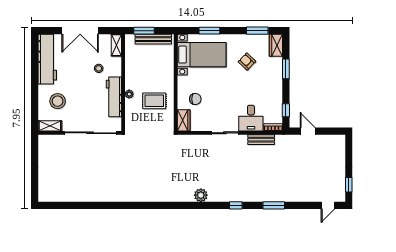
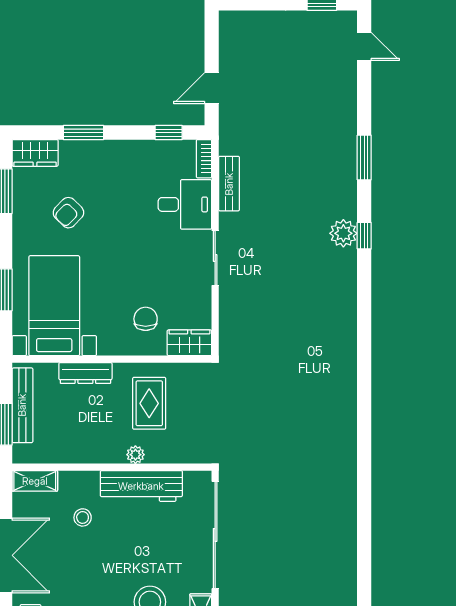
dresser: (169, 70) -> (85, 373), added
plant: (201, 195) -> (343, 233), moved

